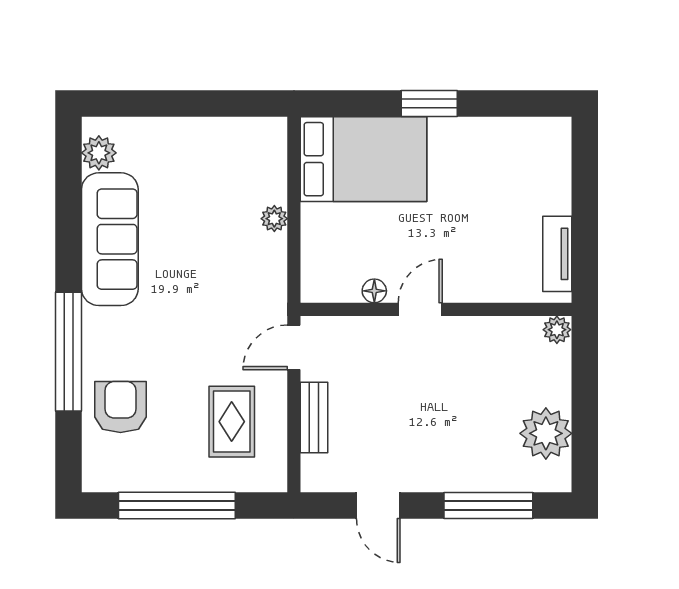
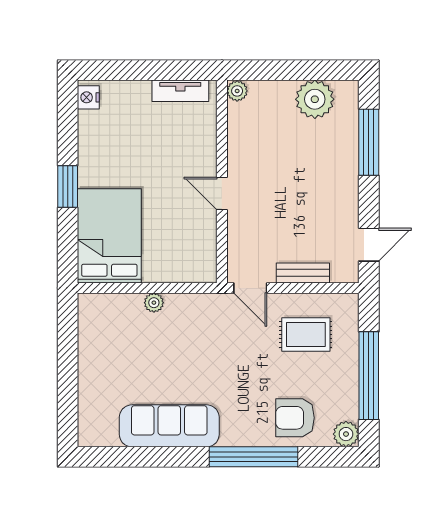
nightstand: (548, 131) -> (88, 97), added
plant: (99, 153) -> (346, 434), moved
floor lamp: (374, 291) -> (208, 228), removed
door: (378, 505) -> (369, 245), moved

